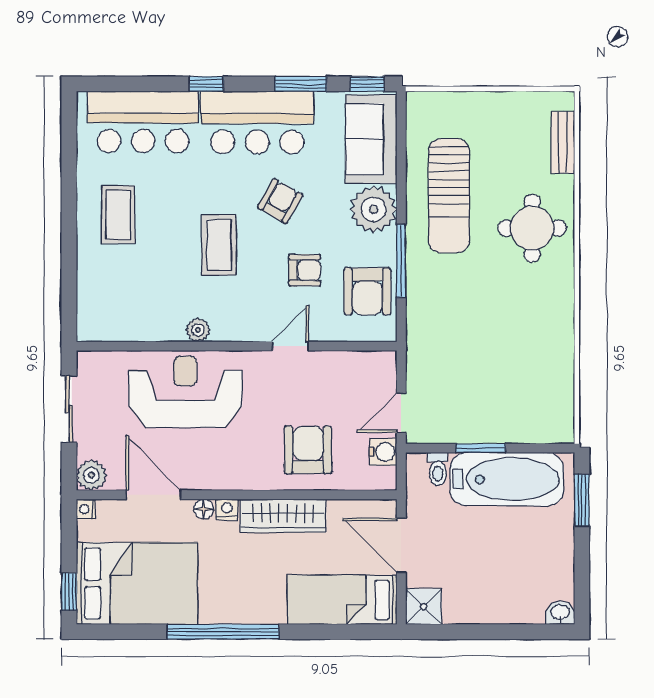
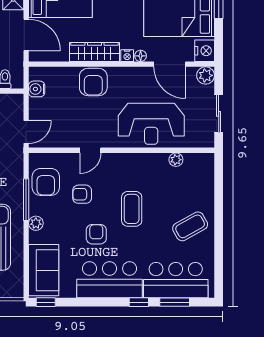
window: (301, 84) -> (175, 302), moved
armchair: (280, 201) -> (96, 234), turned 150
plant: (374, 209) -> (36, 223), width x0.53, depth x0.53
coffee table: (118, 215) -> (190, 226), turned 61
armchair: (367, 291) -> (46, 182), turned 180
plant: (198, 330) -> (176, 160), moved
door: (401, 413) -> (26, 132), moved
armchair: (308, 450) -> (93, 82), moved
nightstand: (86, 509) -> (205, 51), width x1.89, depth x1.79

